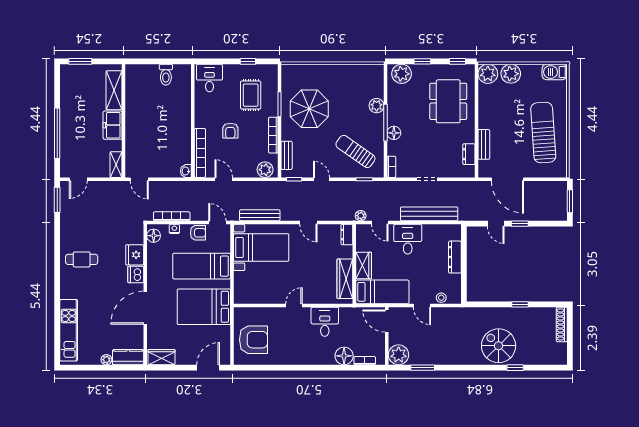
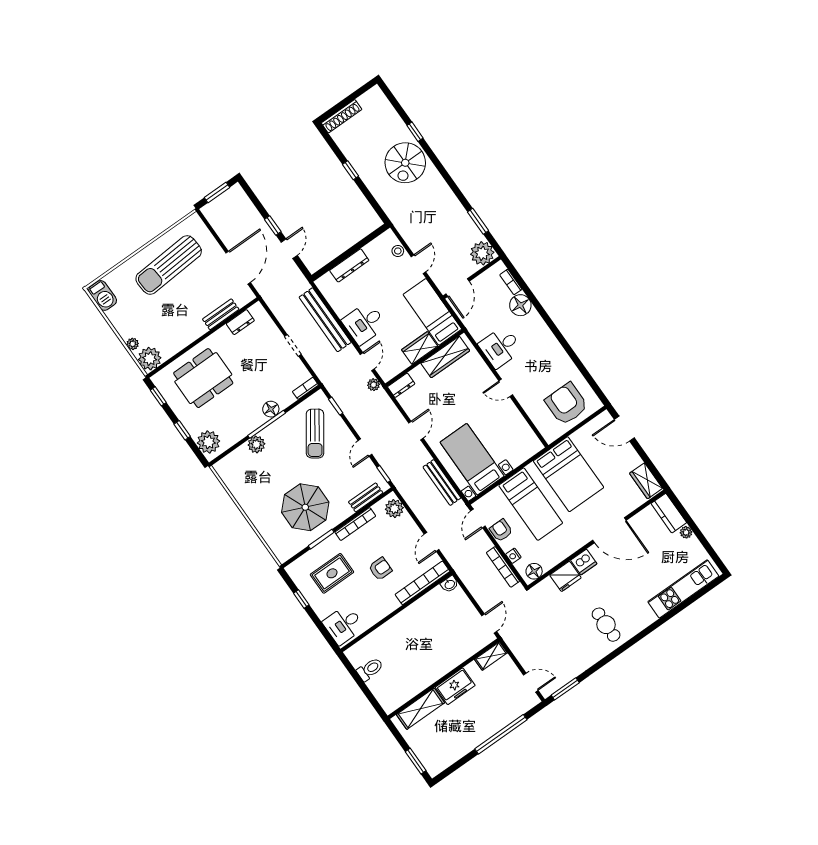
plant: (511, 74) -> (133, 344), width x0.53, depth x0.53

